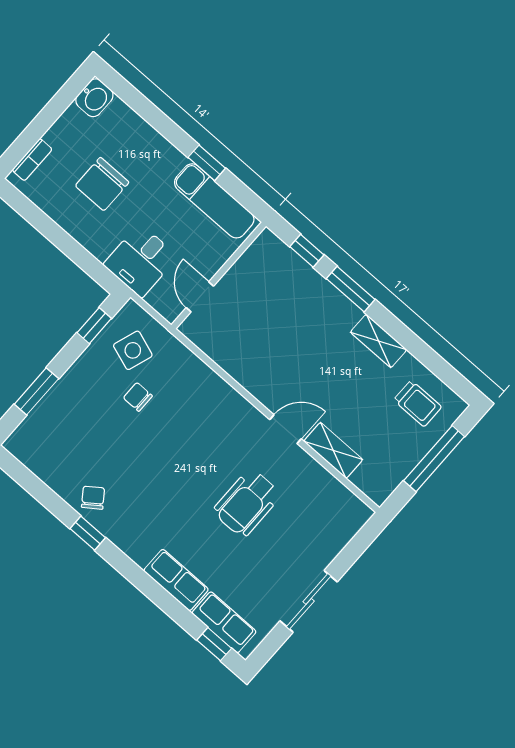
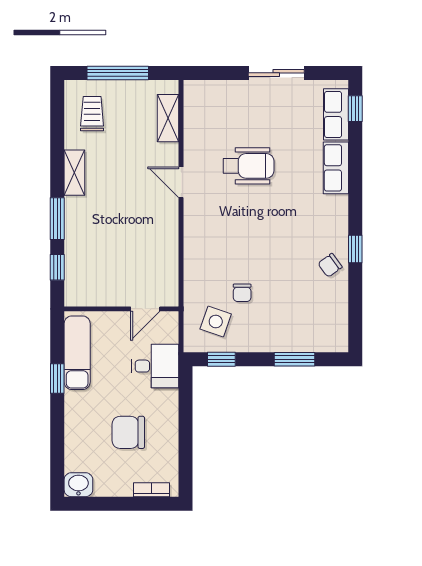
chair: (102, 184) -> (128, 432), turned 180
shelving: (333, 450) -> (168, 118), moved

